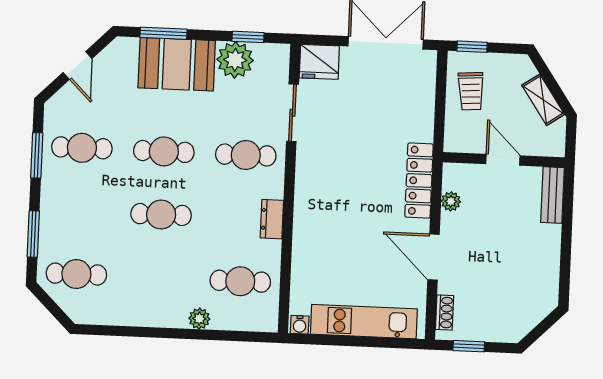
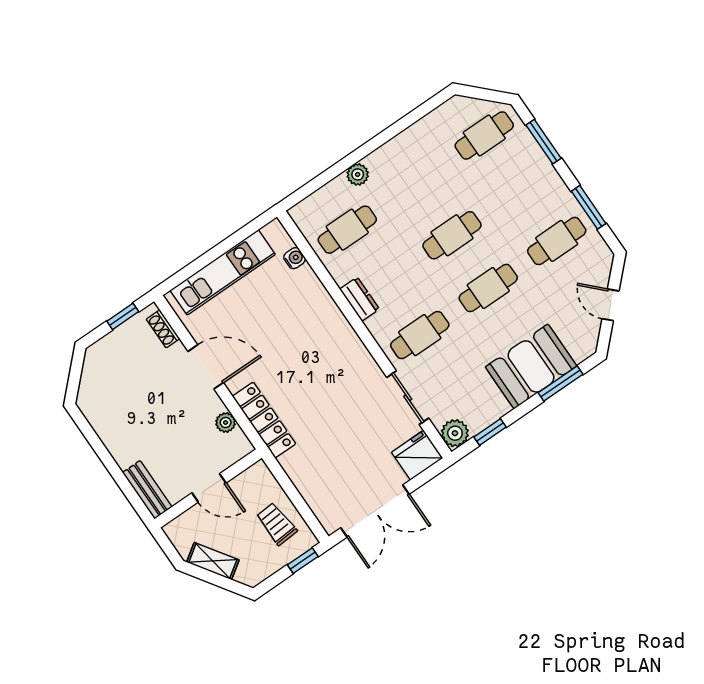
plant: (235, 60) -> (455, 433), moved, width x0.73, depth x0.73
water cooler: (300, 325) -> (294, 258), moved, turned 90

